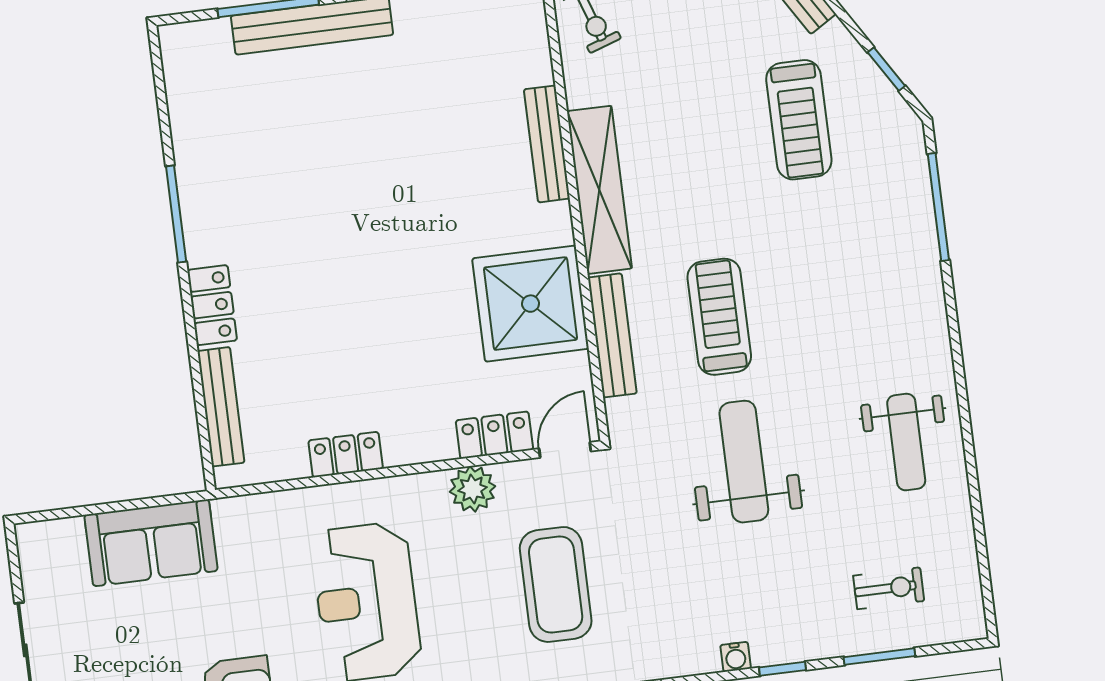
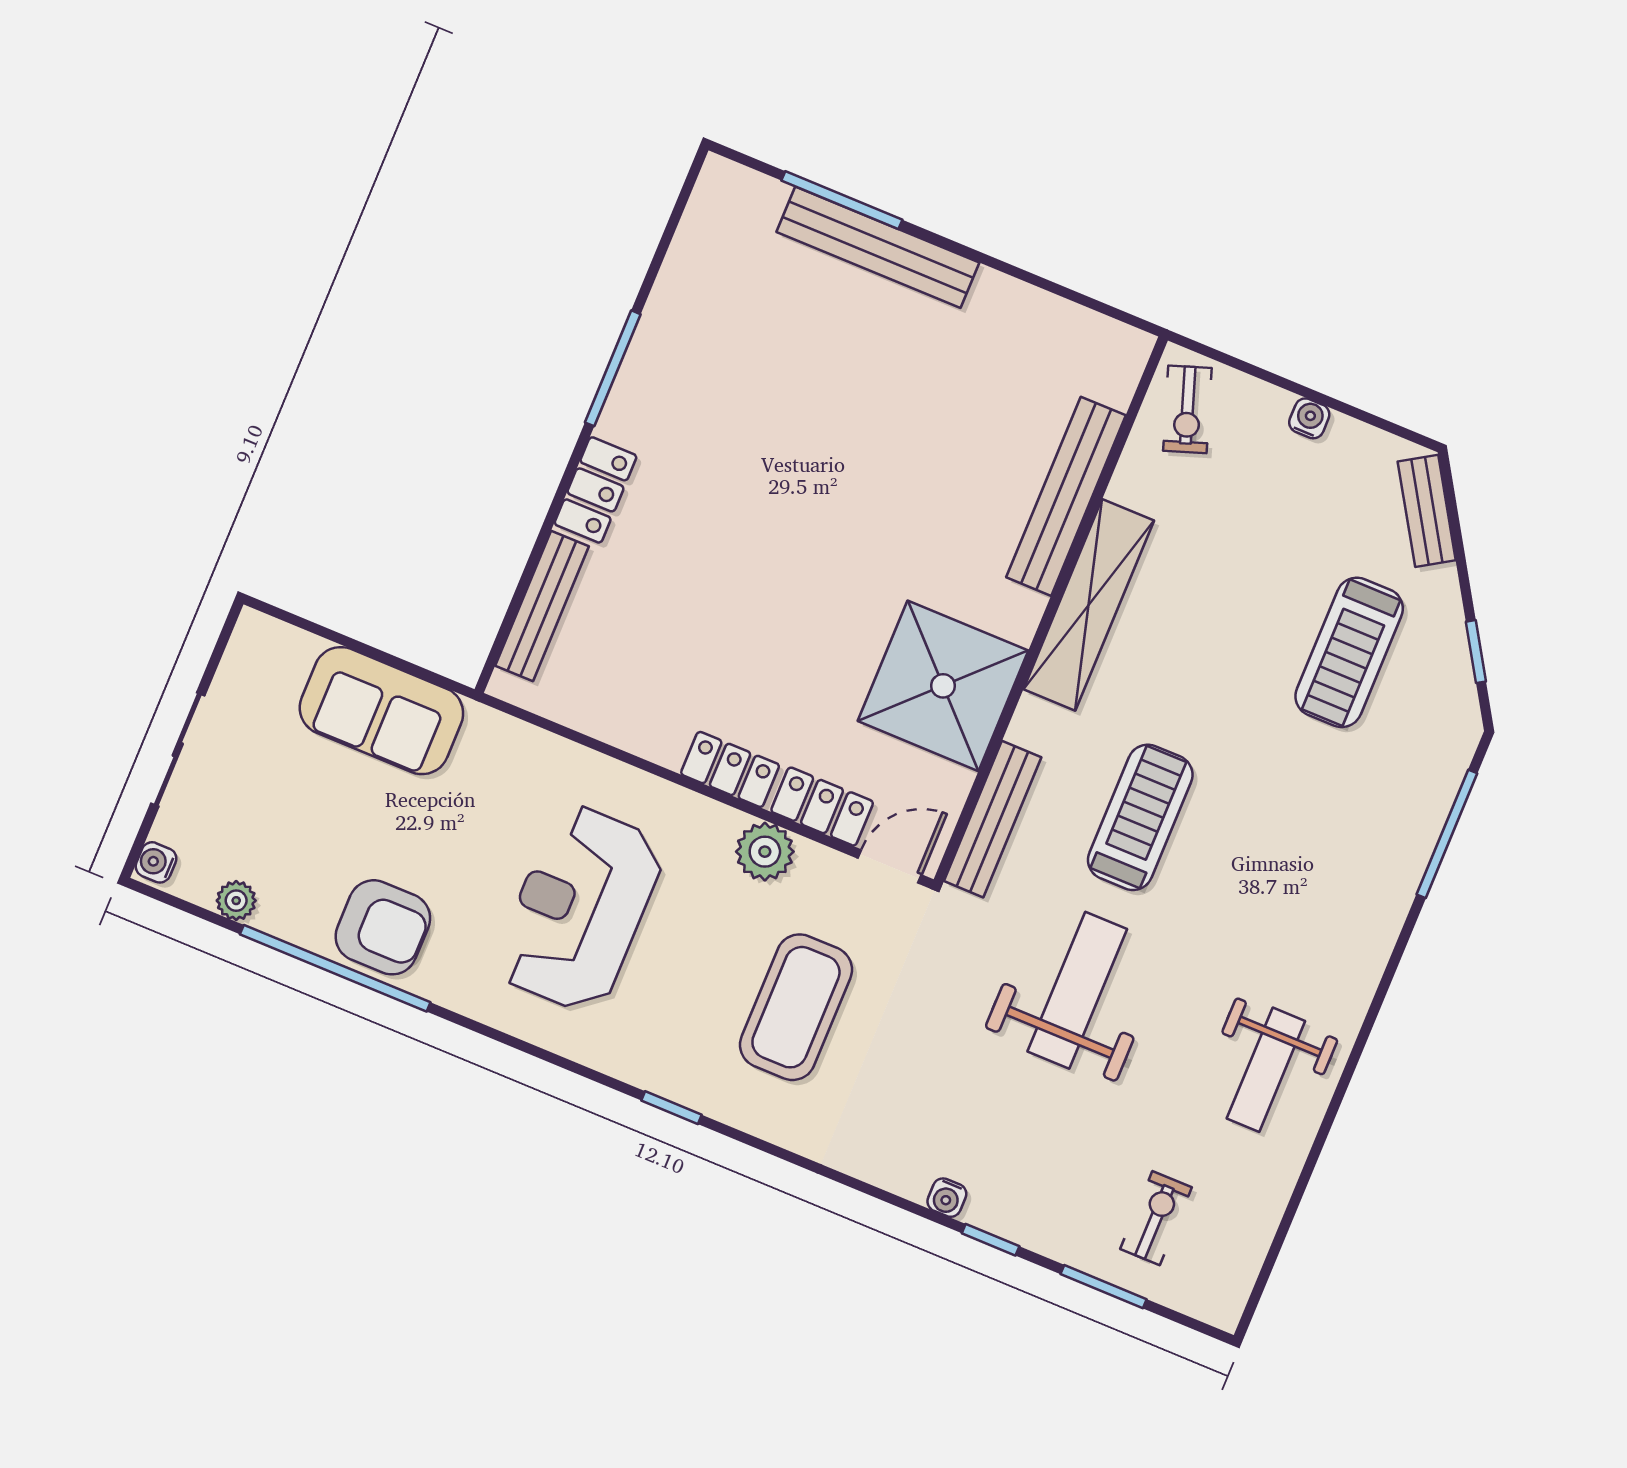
bench: (547, 144) -> (1066, 496), width x1.37, depth x1.21
bench: (612, 335) -> (993, 819), moved
locker: (346, 455) -> (730, 769), moved
exercise bike: (889, 588) -> (1156, 1218), turned -90

